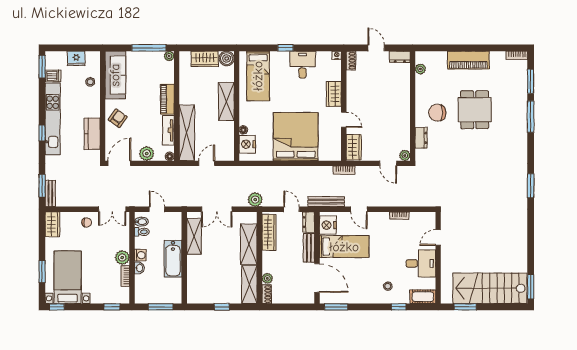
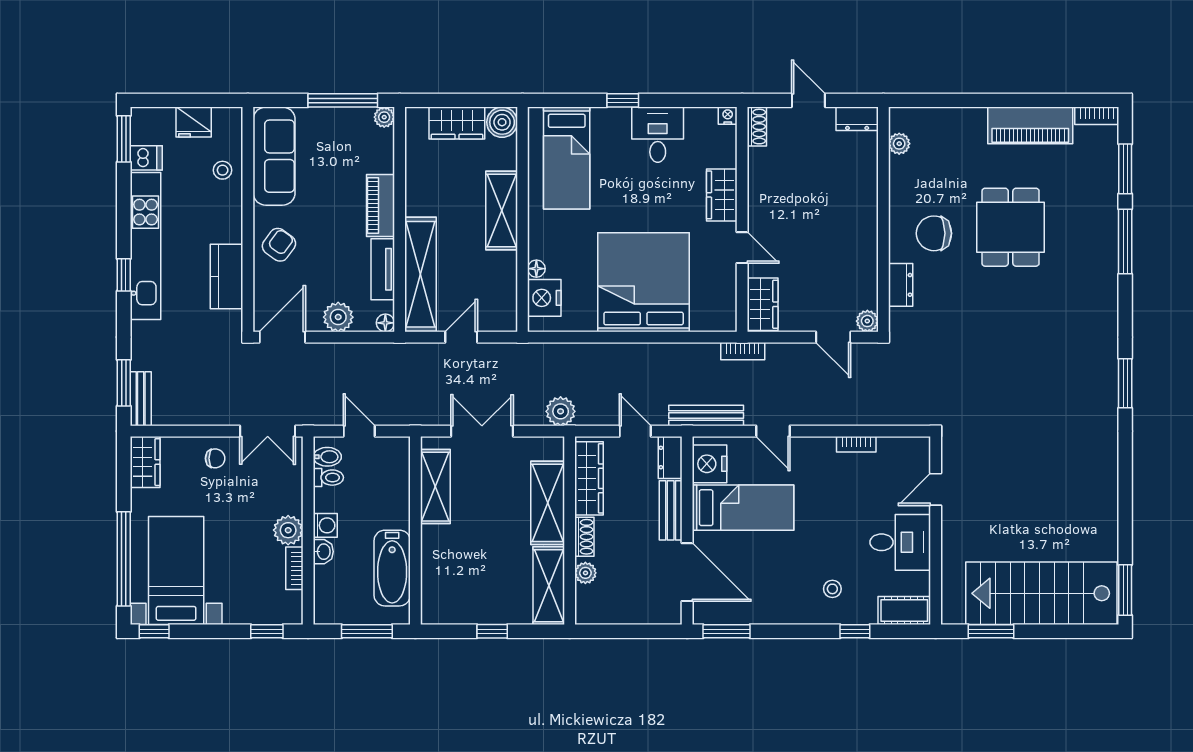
piano: (468, 60) -> (1030, 125), moved
double door: (217, 209) -> (482, 431), swing flipped
bathtub: (173, 259) -> (392, 568), moved
window: (42, 271) -> (124, 559), width x2.11
shoe rack: (267, 294) -> (584, 537), moved

